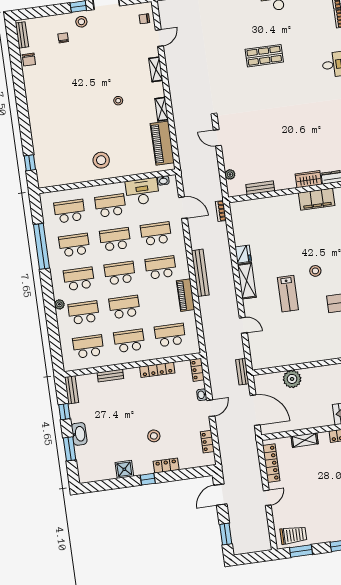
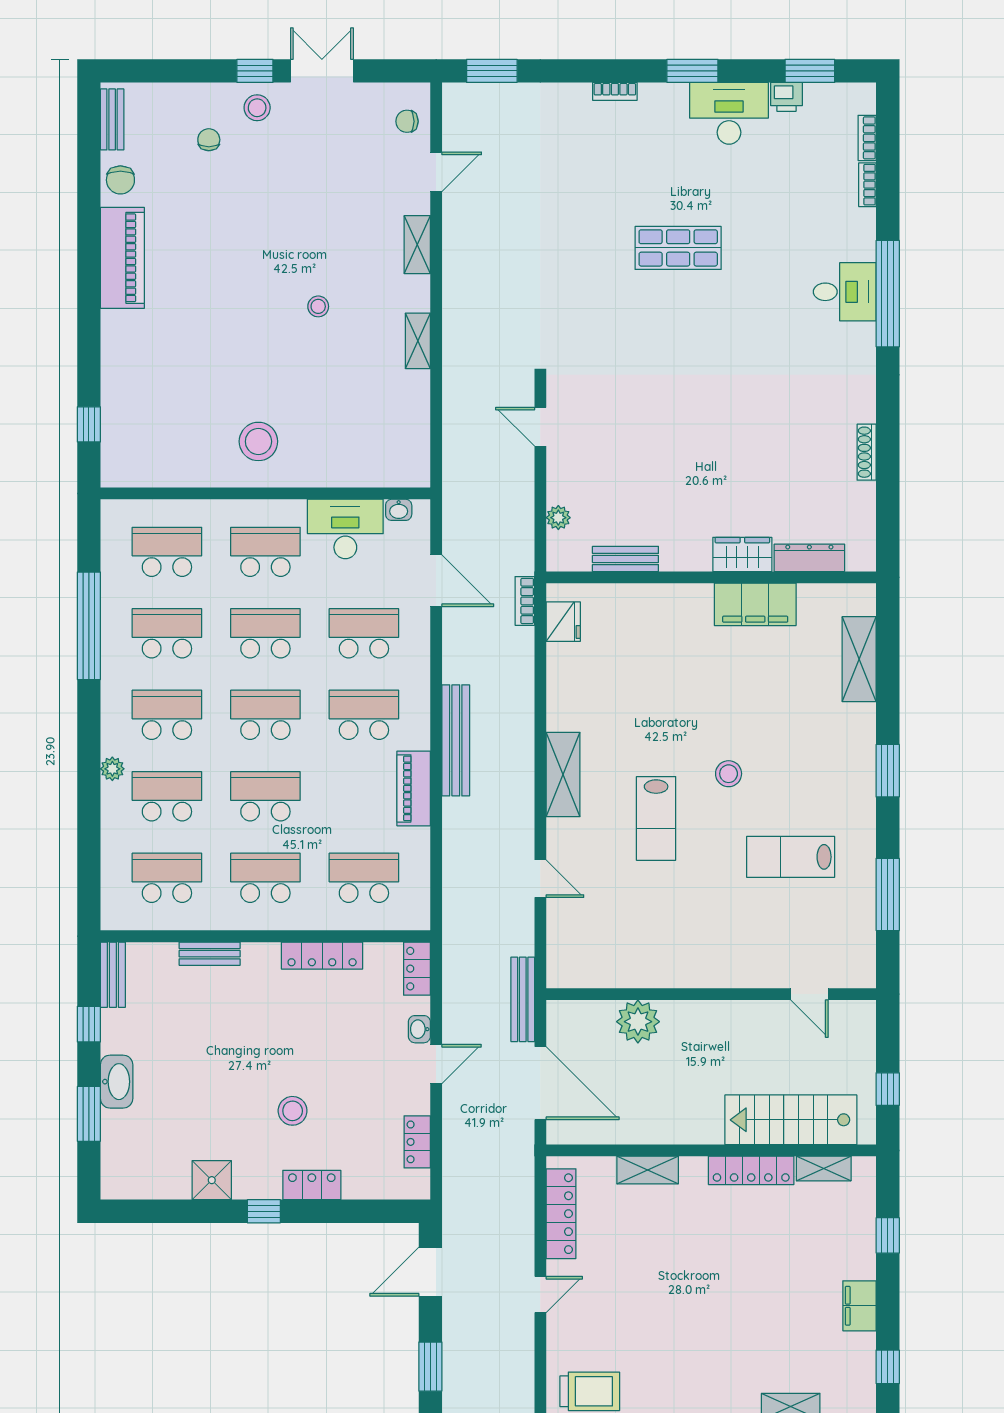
piano: (162, 143) -> (122, 258), moved, turned 180
fridge: (243, 254) -> (563, 622), moved
bench: (242, 372) -> (523, 999), width x1.36

